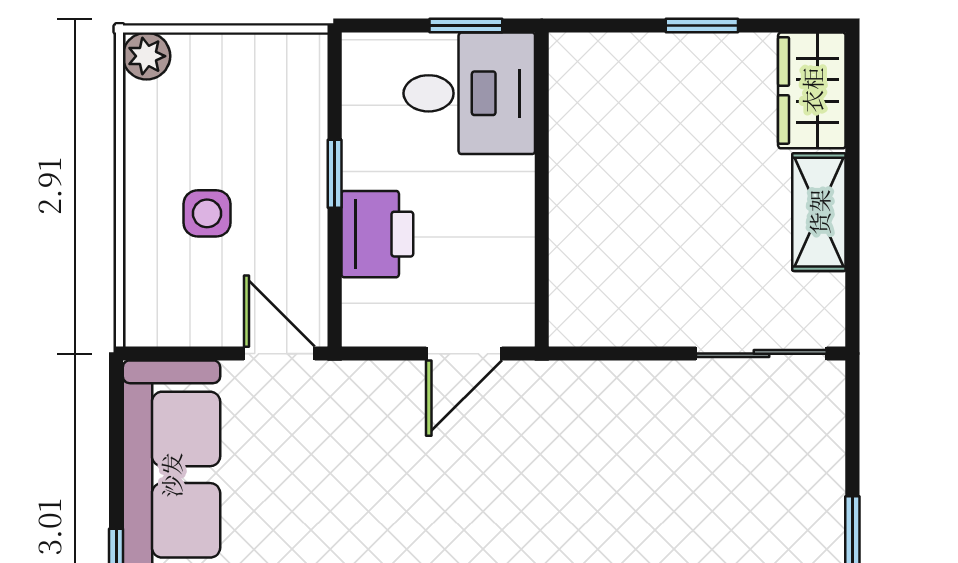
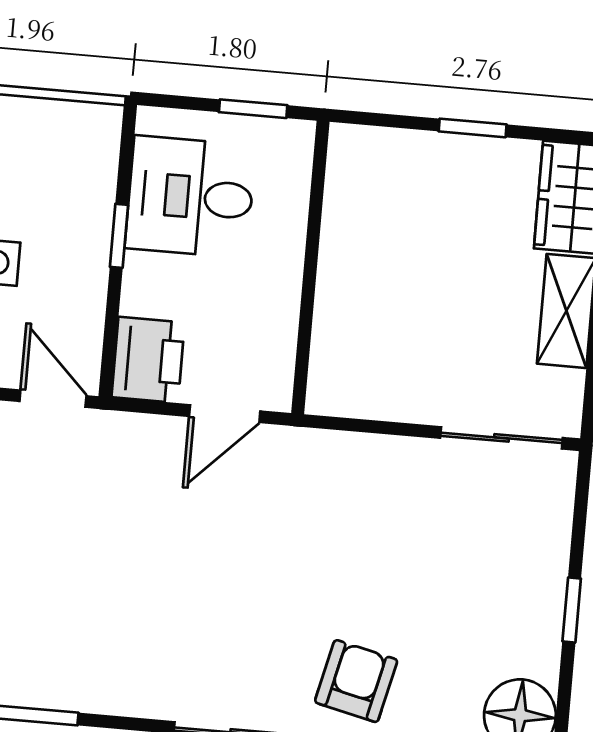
desk: (469, 93) -> (190, 197), moved, turned 180
printer: (377, 234) -> (148, 360), moved

